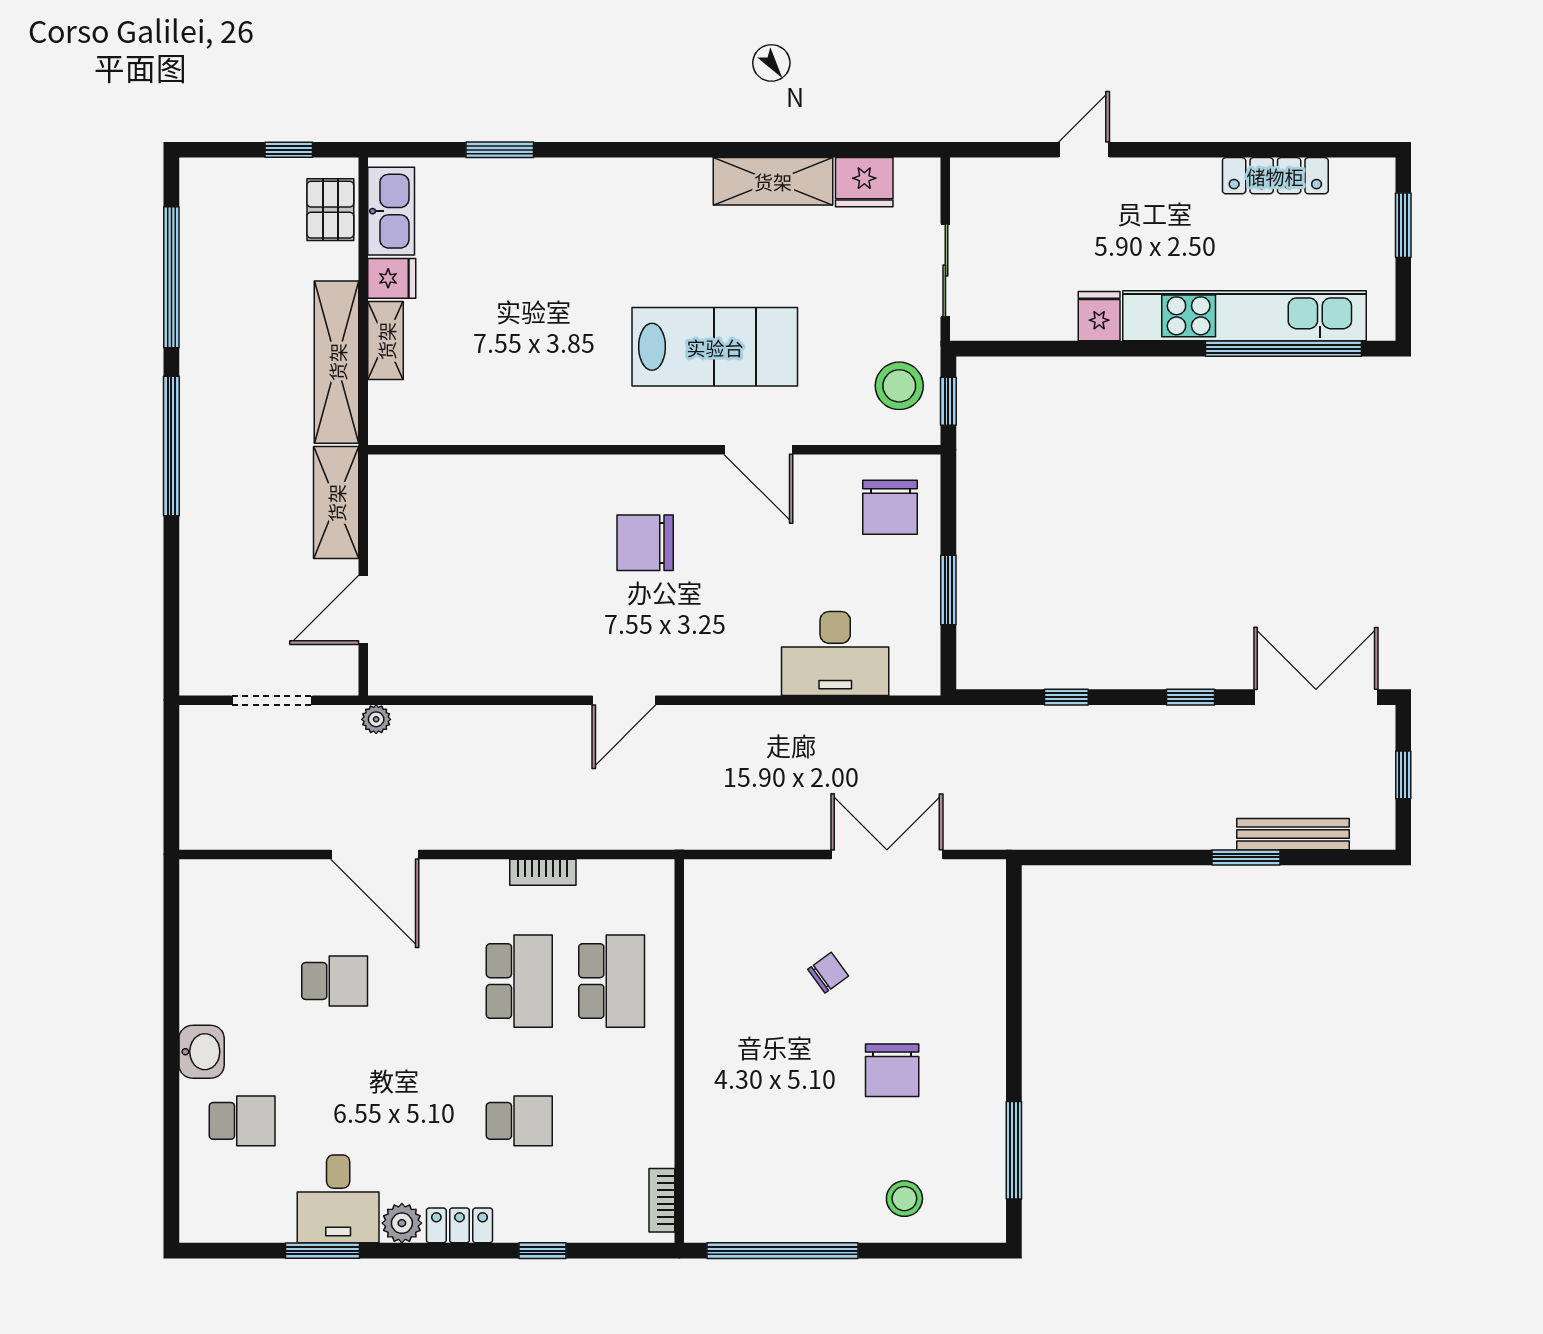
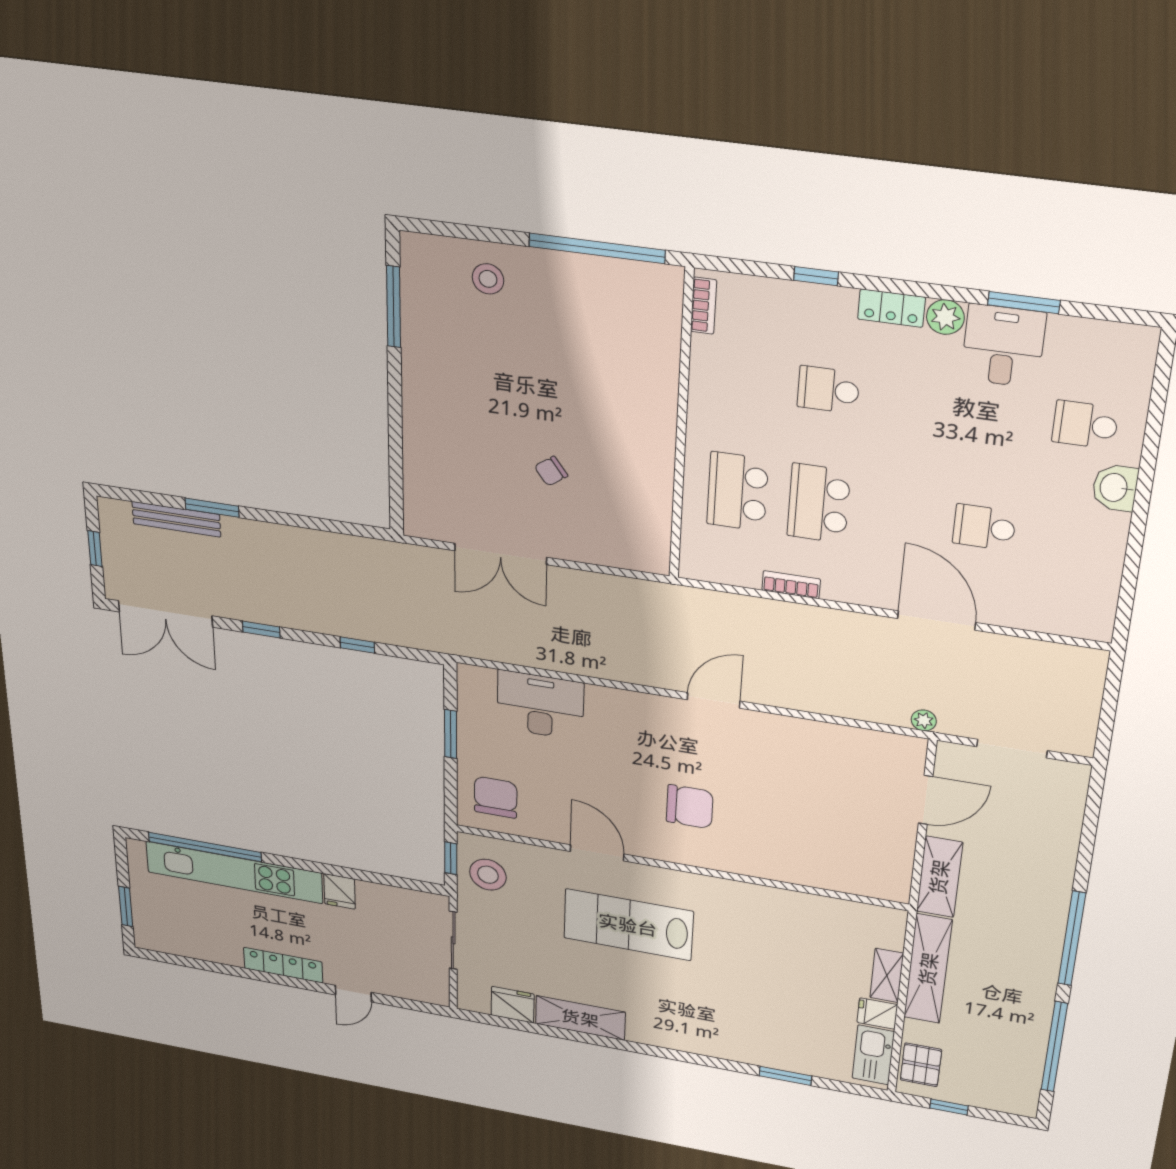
locker: (1275, 176) -> (283, 965), moved
chair: (892, 1070) -> (498, 386), removed

